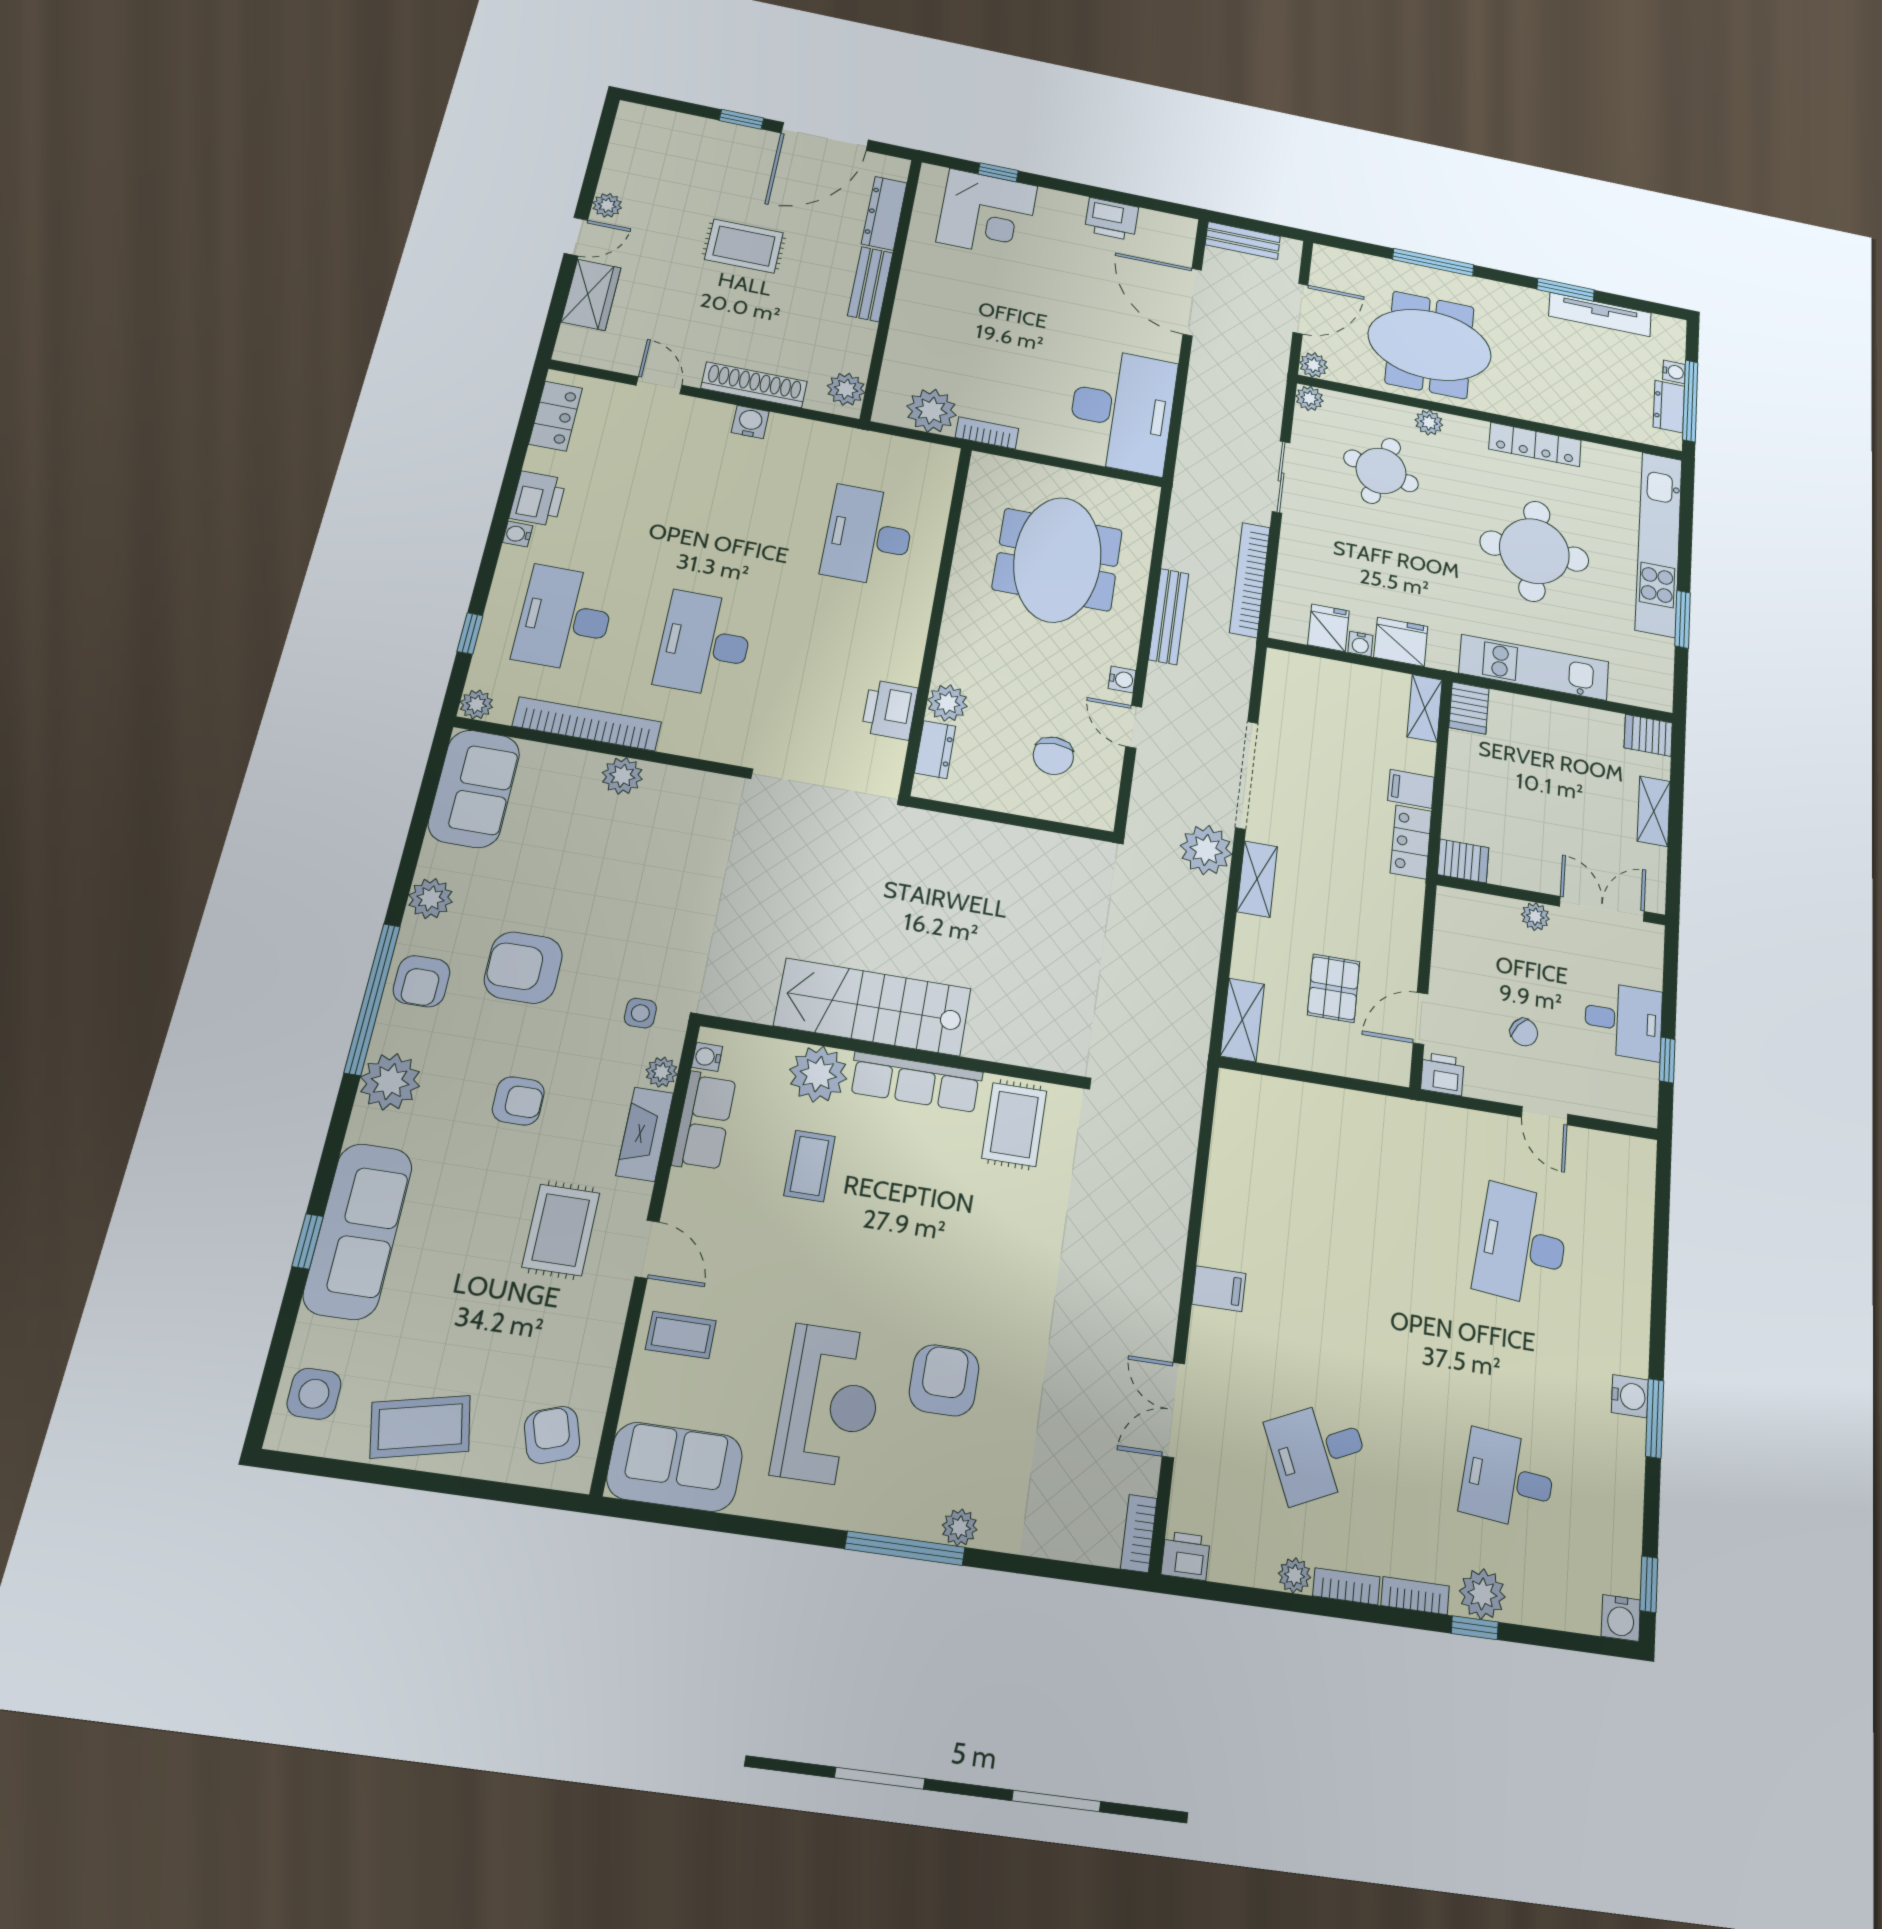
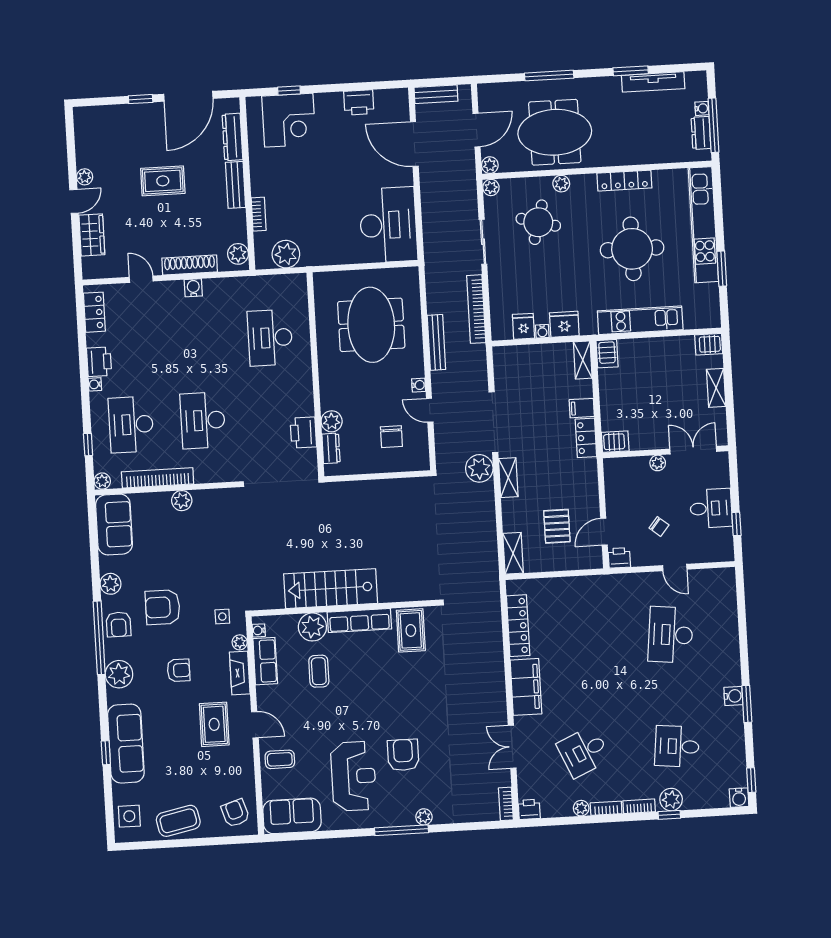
bookcase: (987, 433) -> (259, 214), moved, turned 90
locker: (1228, 1162) -> (518, 626), added
filing cabinet: (1219, 1289) -> (526, 687), width x3.00, depth x1.17

